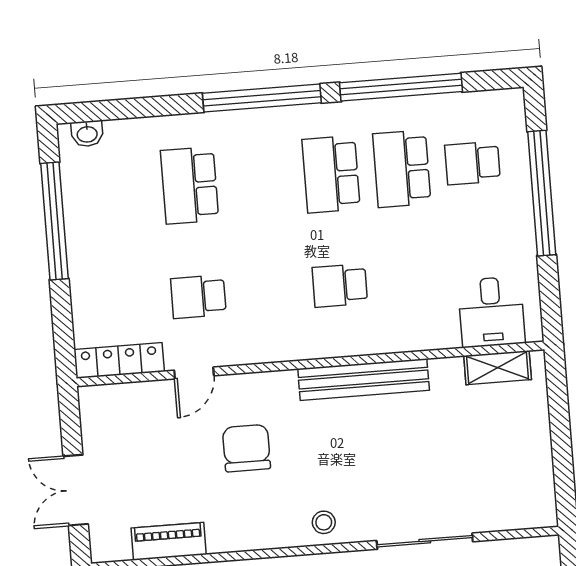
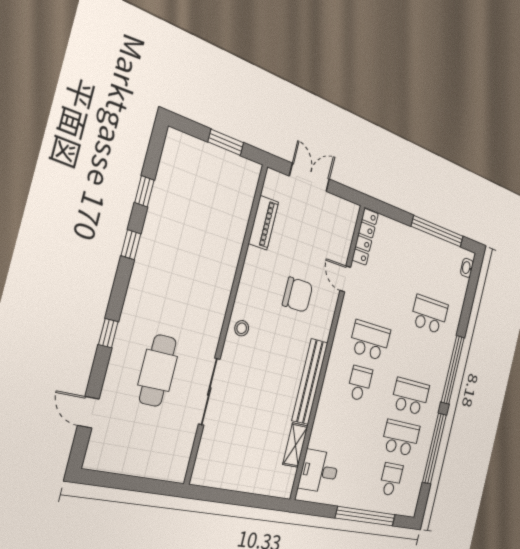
school desk: (198, 297) -> (370, 340), moved, width x1.85
shelving: (498, 368) -> (295, 445), moved

